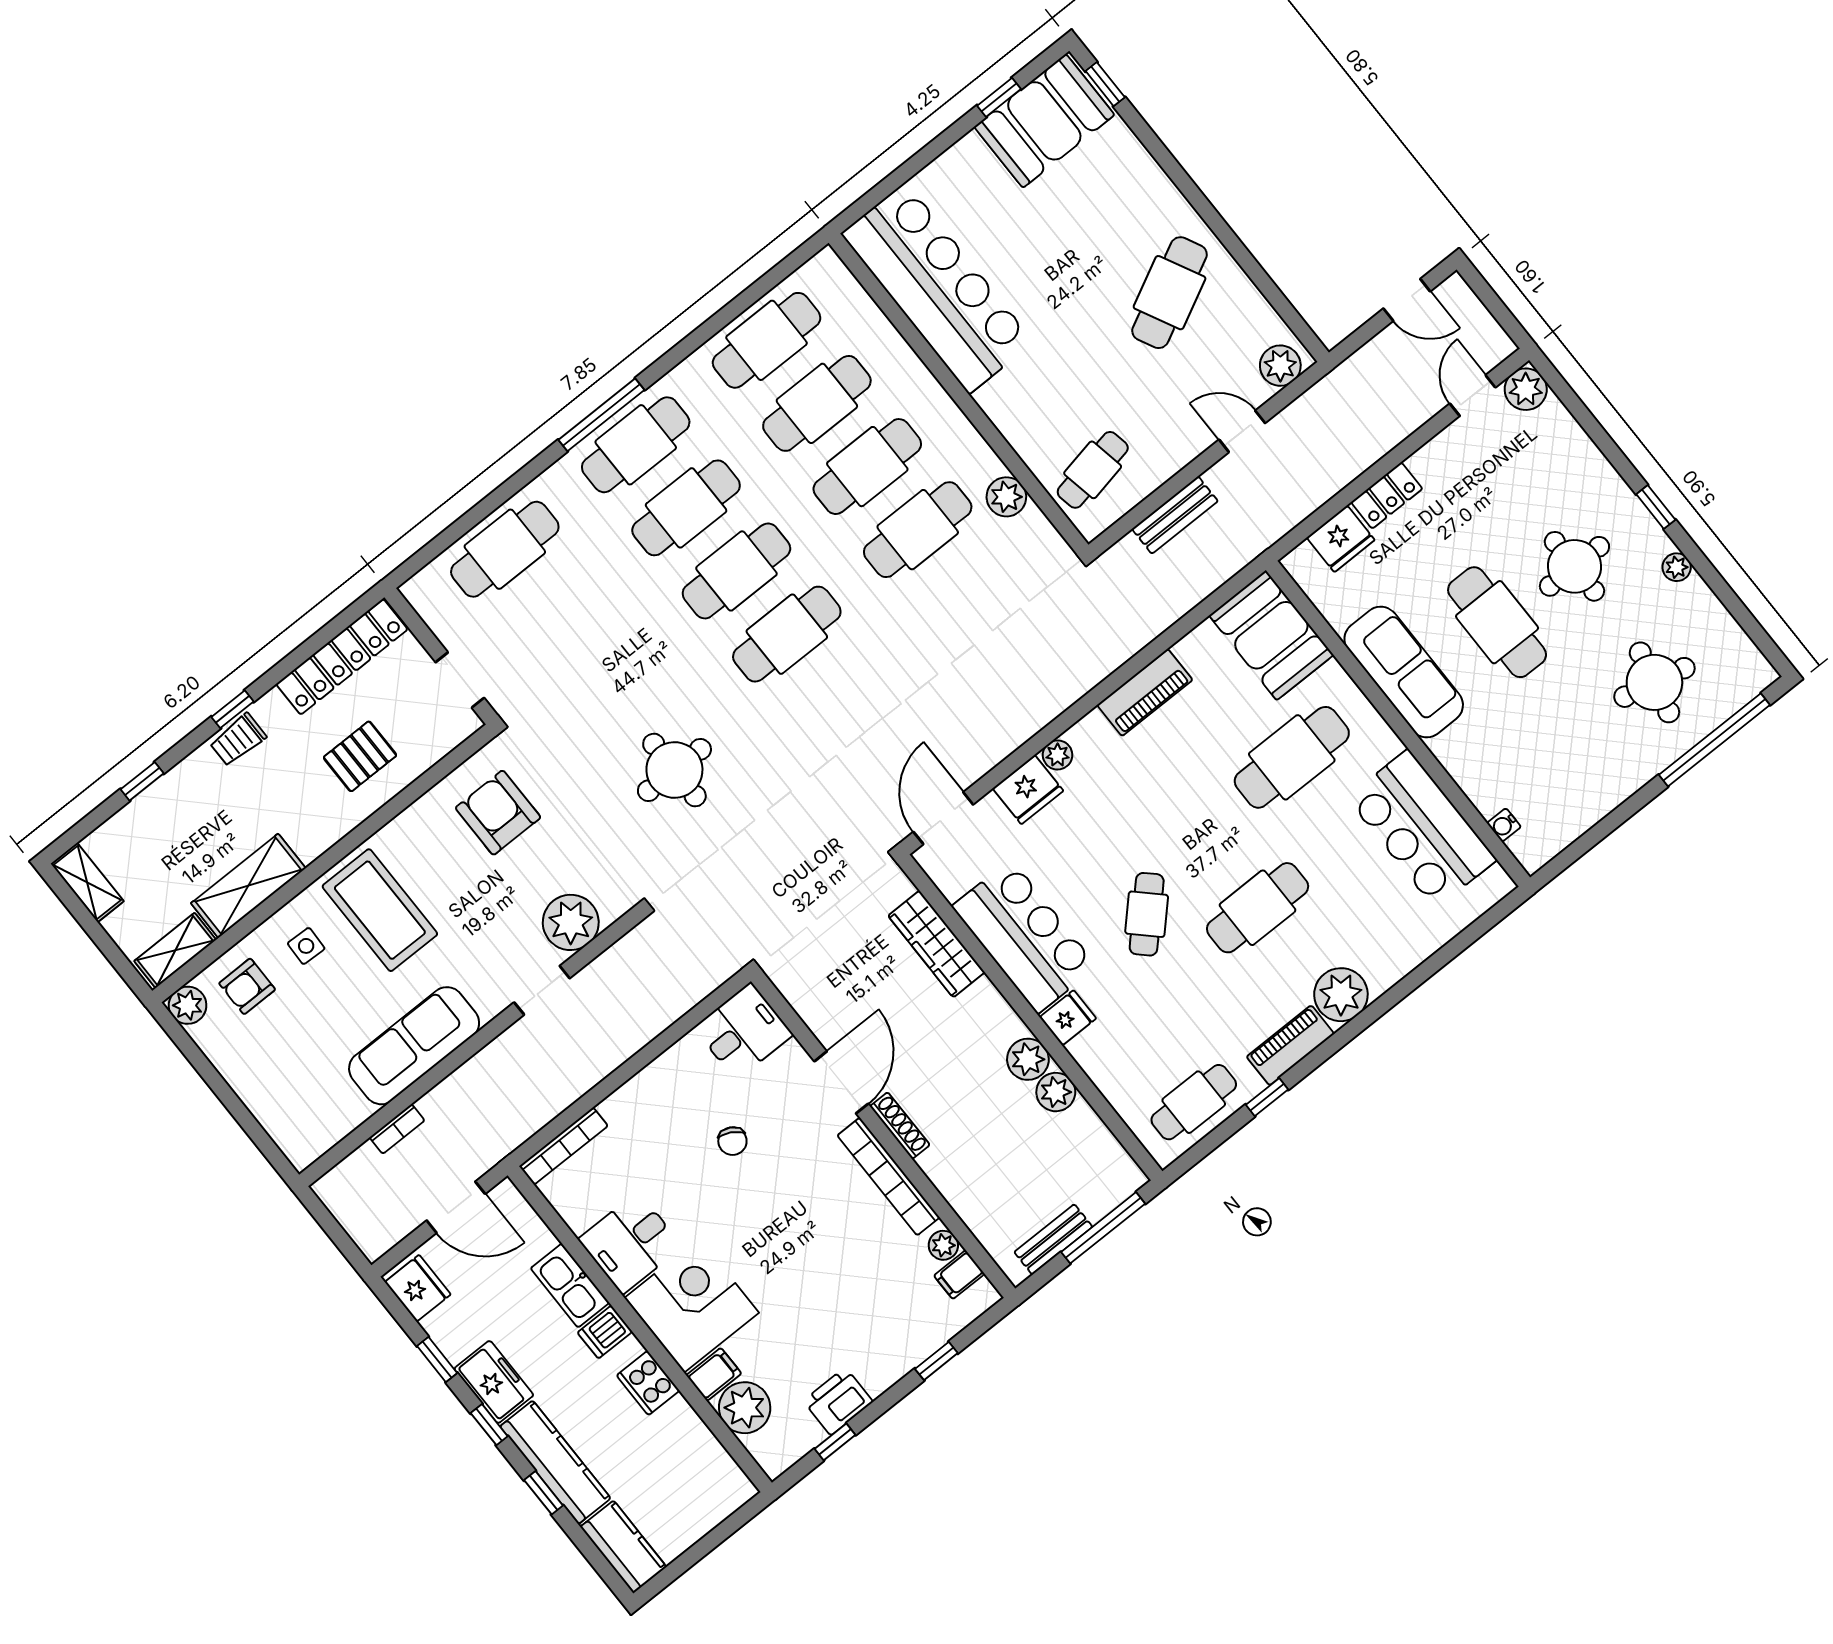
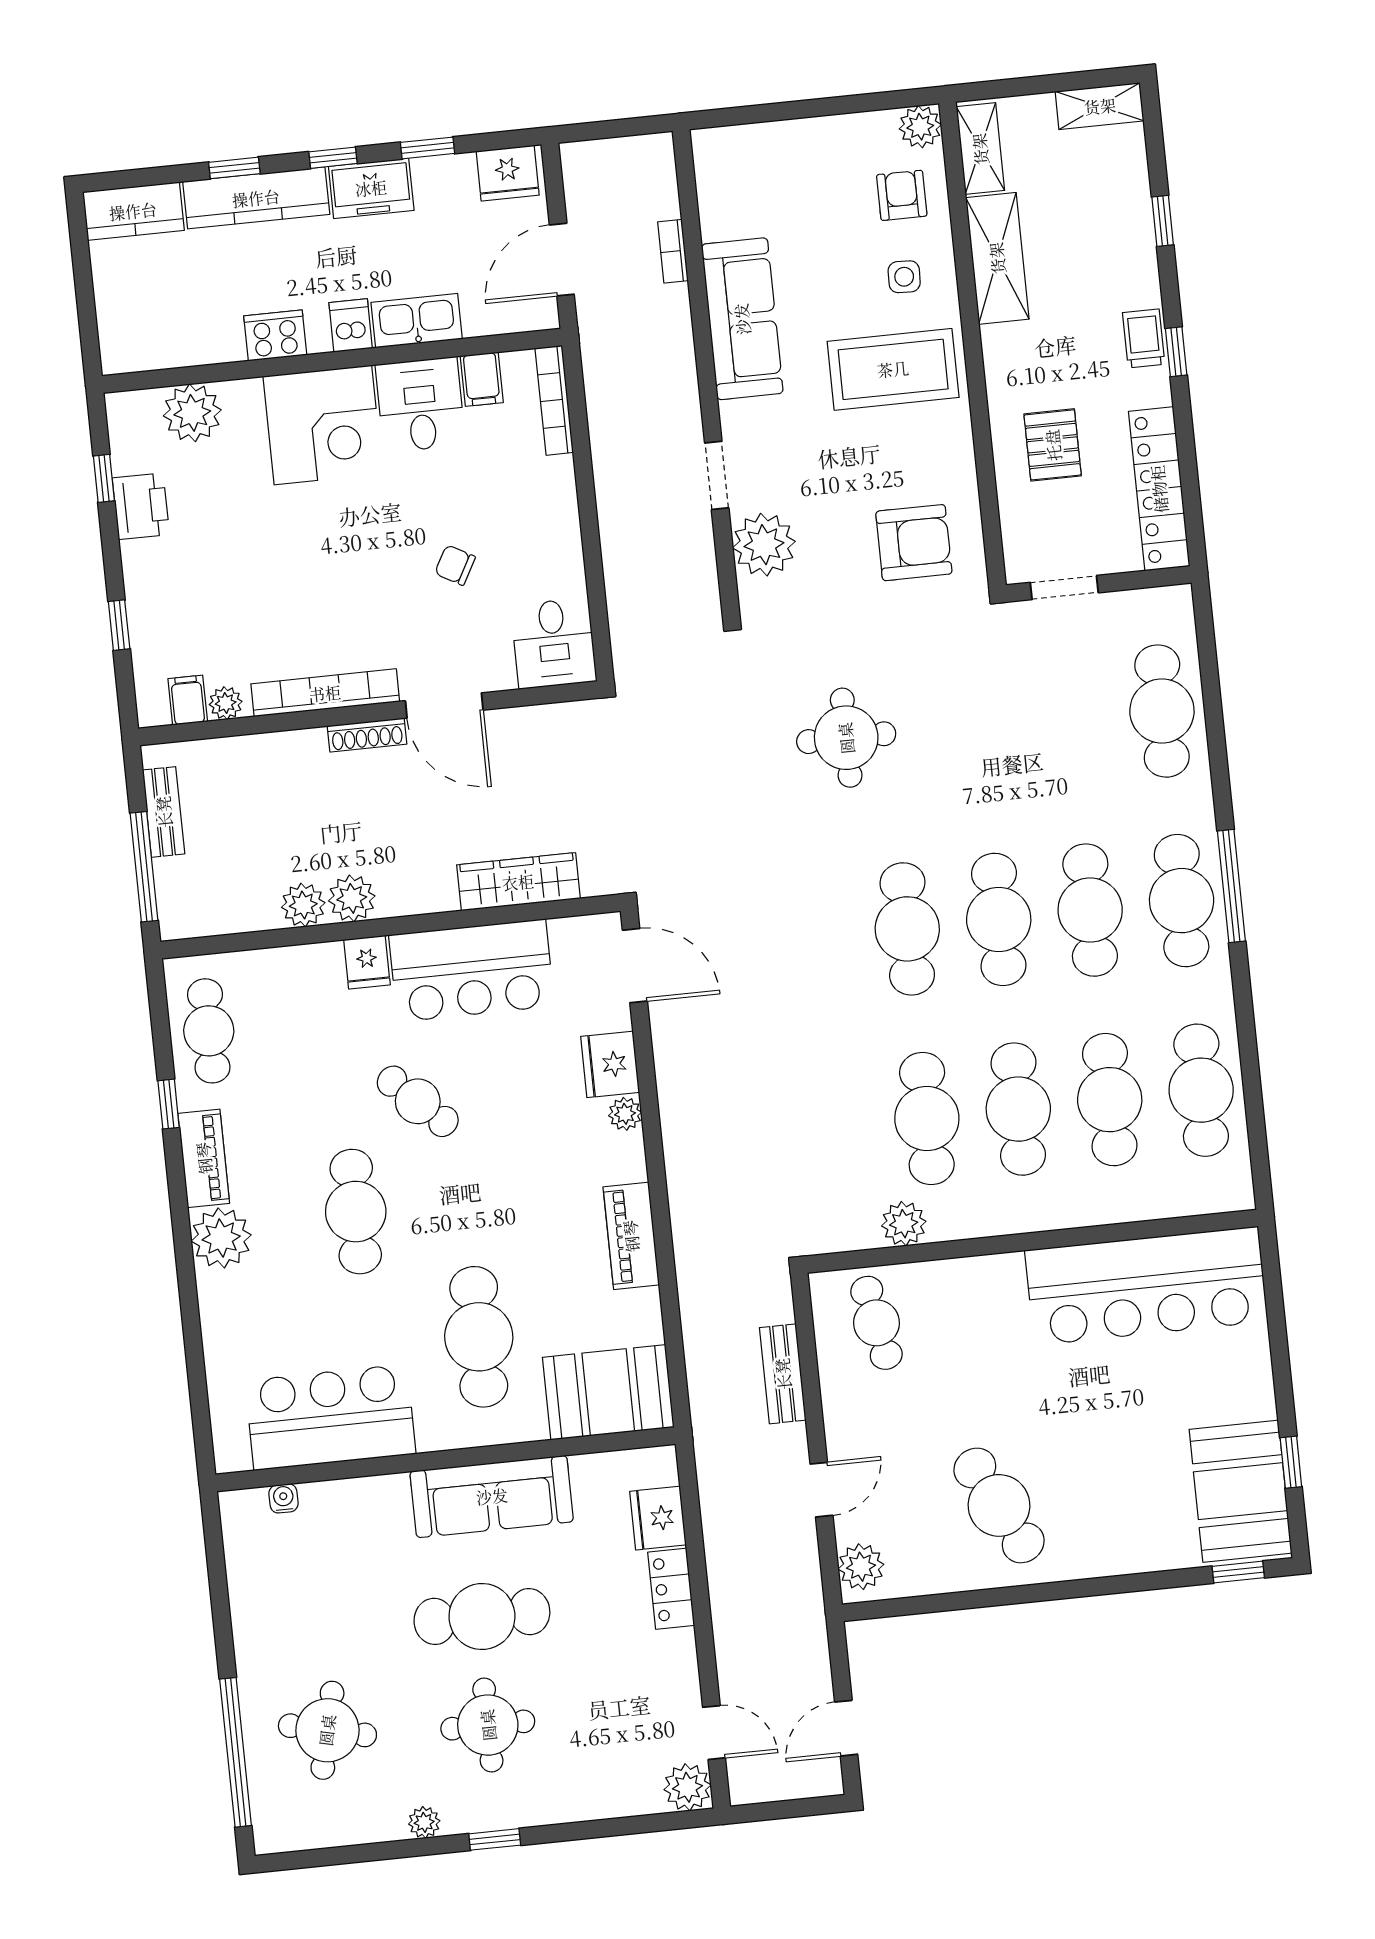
filing cabinet: (714, 1374) -> (482, 379), moved

